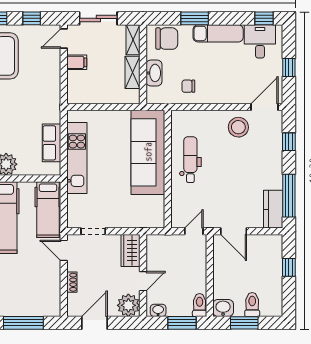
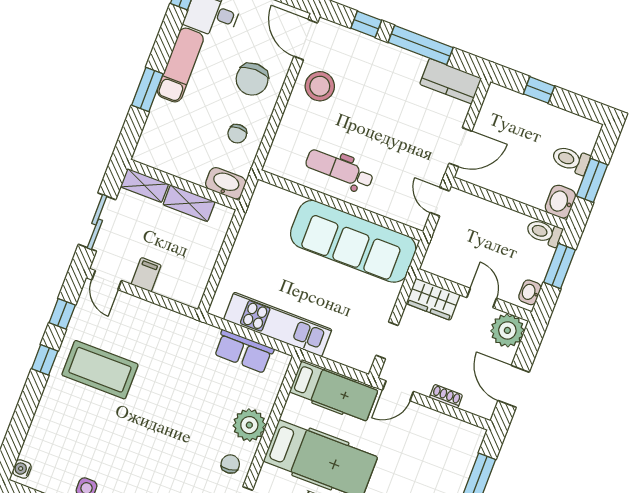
chair: (167, 39) -> (252, 79), moved, turned 180
washbasin: (154, 73) -> (226, 183), moved
sofa: (148, 152) -> (353, 241), moved
window: (289, 196) -> (421, 45), moved

